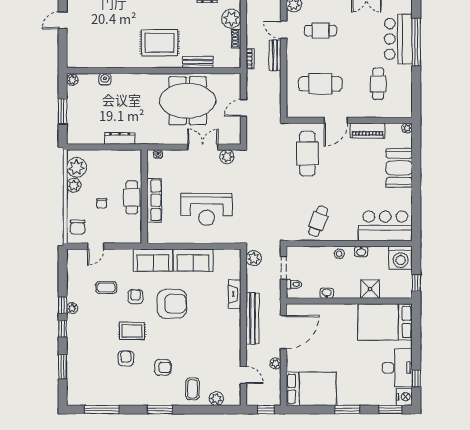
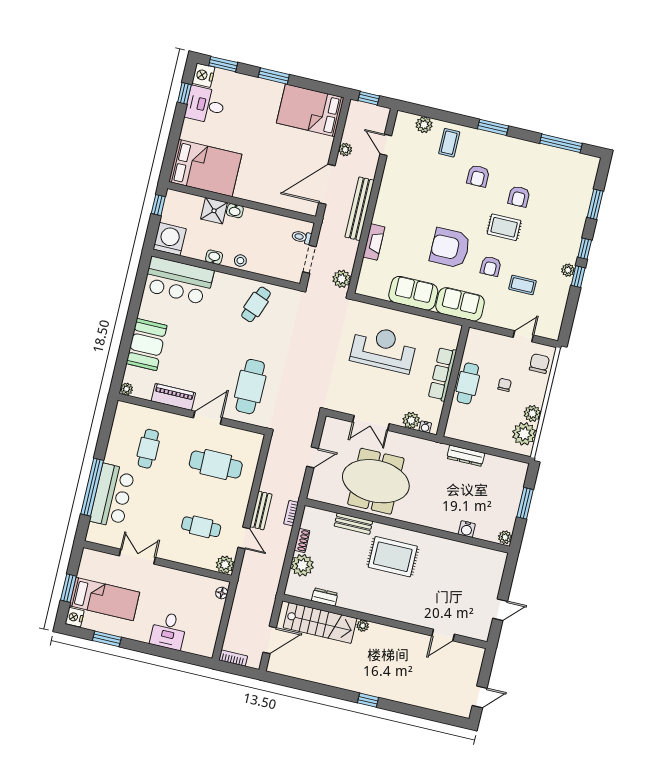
plant: (227, 157) -> (411, 420), moved
washbasin: (327, 293) -> (235, 211), moved
armchair: (163, 367) -> (478, 176), turned -90
desk: (397, 368) -> (205, 105), width x0.73

